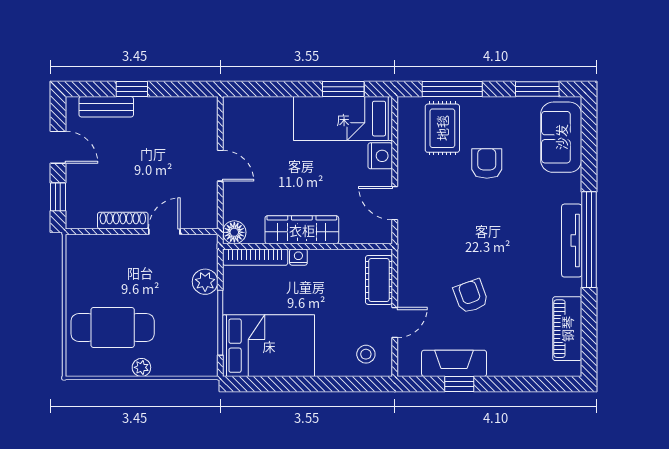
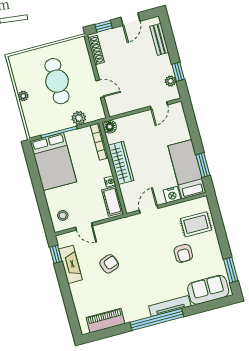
window: (132, 89) -> (178, 72), moved
window: (452, 89) -> (219, 224), removed
plant: (183, 106) -> (170, 81), added
armchair: (487, 163) -> (183, 253), turned 90
door: (220, 166) -> (159, 105), moved
shoe rack: (123, 221) -> (96, 50), moved
tv unit: (572, 241) -> (170, 306), moved
nightstand: (298, 257) -> (110, 181), moved
cot: (379, 280) -> (112, 201), moved, turned 90
cafe table: (113, 327) -> (57, 81), moved
window: (459, 384) -> (56, 254), moved

